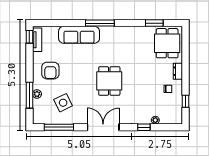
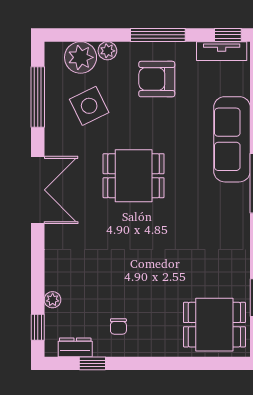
dresser: (178, 71) -> (75, 347), moved
dining table: (109, 81) -> (134, 176), moved
window: (29, 95) -> (158, 35), moved
plant: (40, 107) -> (81, 57), added
window: (144, 127) -> (38, 327), moved

